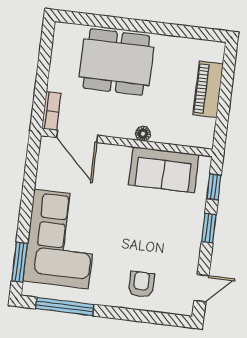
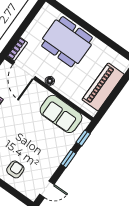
piano: (208, 89) -> (103, 87), width x1.37, depth x1.33
floor lamp: (143, 134) -> (50, 81), moved

